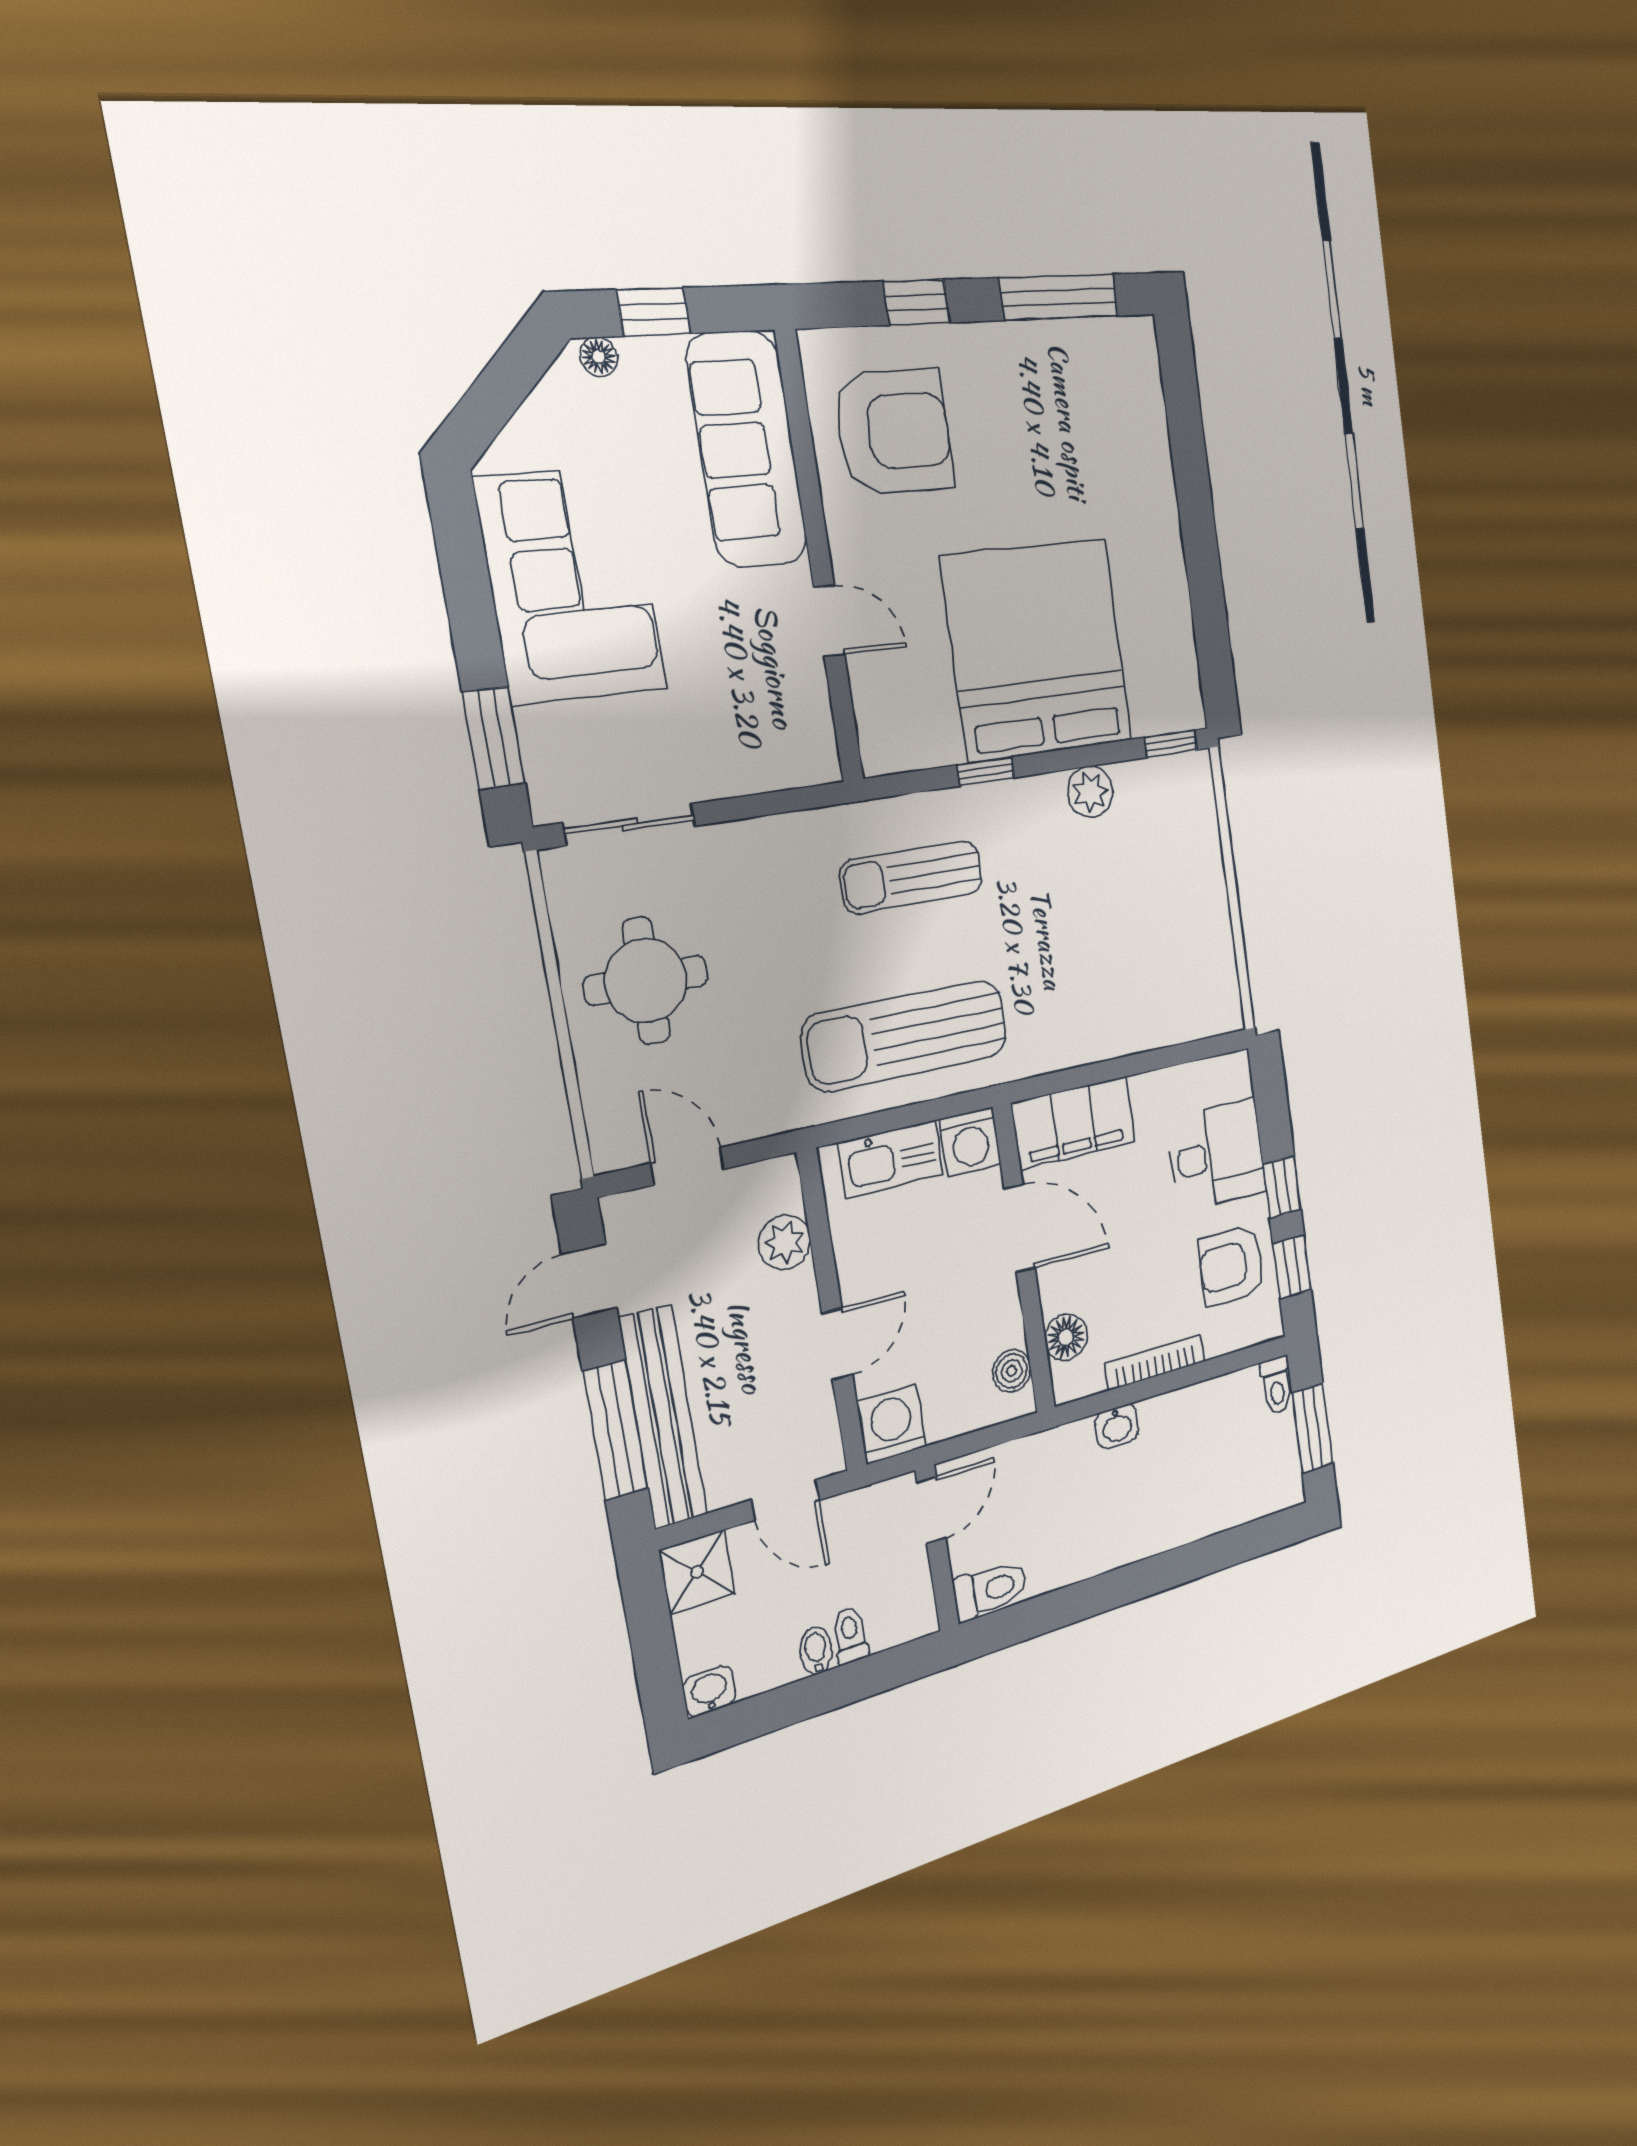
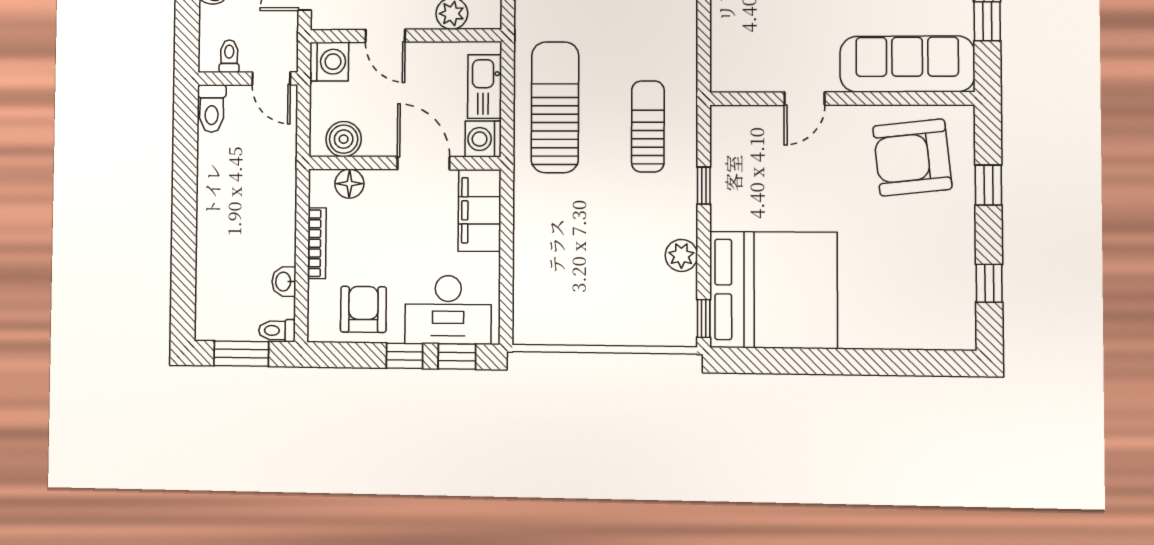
window: (1059, 297) -> (989, 283), width x0.46
armchair: (894, 432) -> (912, 157), turned 84
bed: (1037, 650) -> (773, 290), moved
desk: (1217, 1155) -> (448, 310), width x1.37
door: (1020, 1228) -> (424, 163), swing flipped
window: (1292, 1267) -> (457, 357), moved
boiler: (1012, 1371) -> (344, 139), width x1.36, depth x1.36
washbasin: (1117, 1426) -> (284, 282), moved
toilet: (850, 1635) -> (229, 56), moved, turned -90

